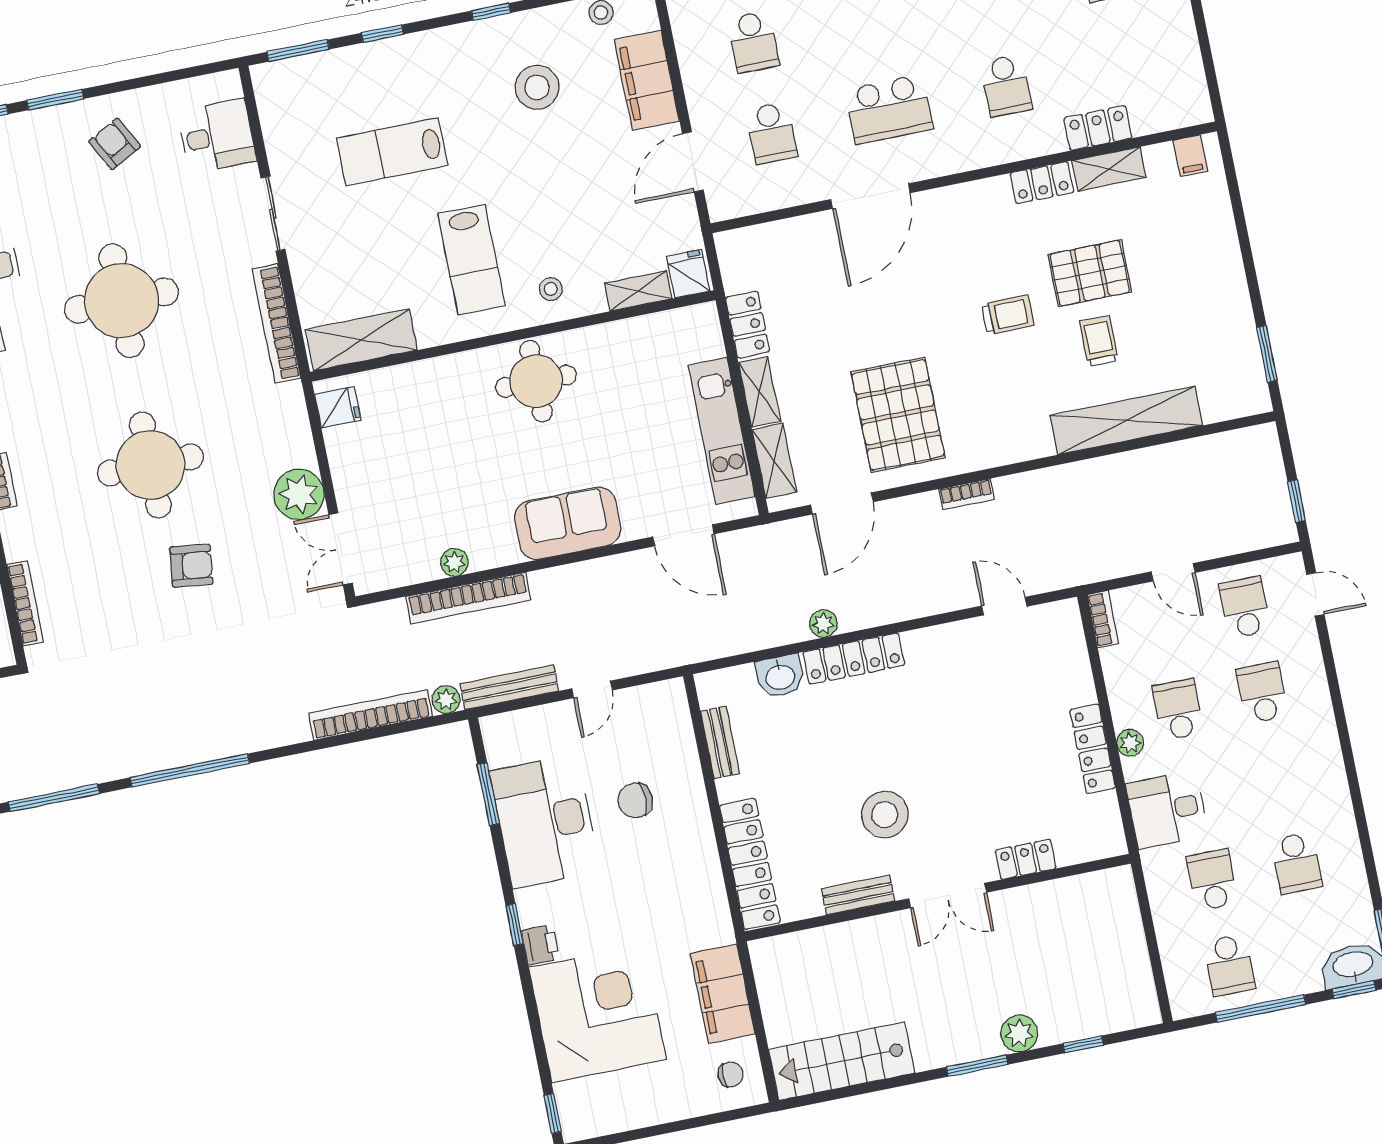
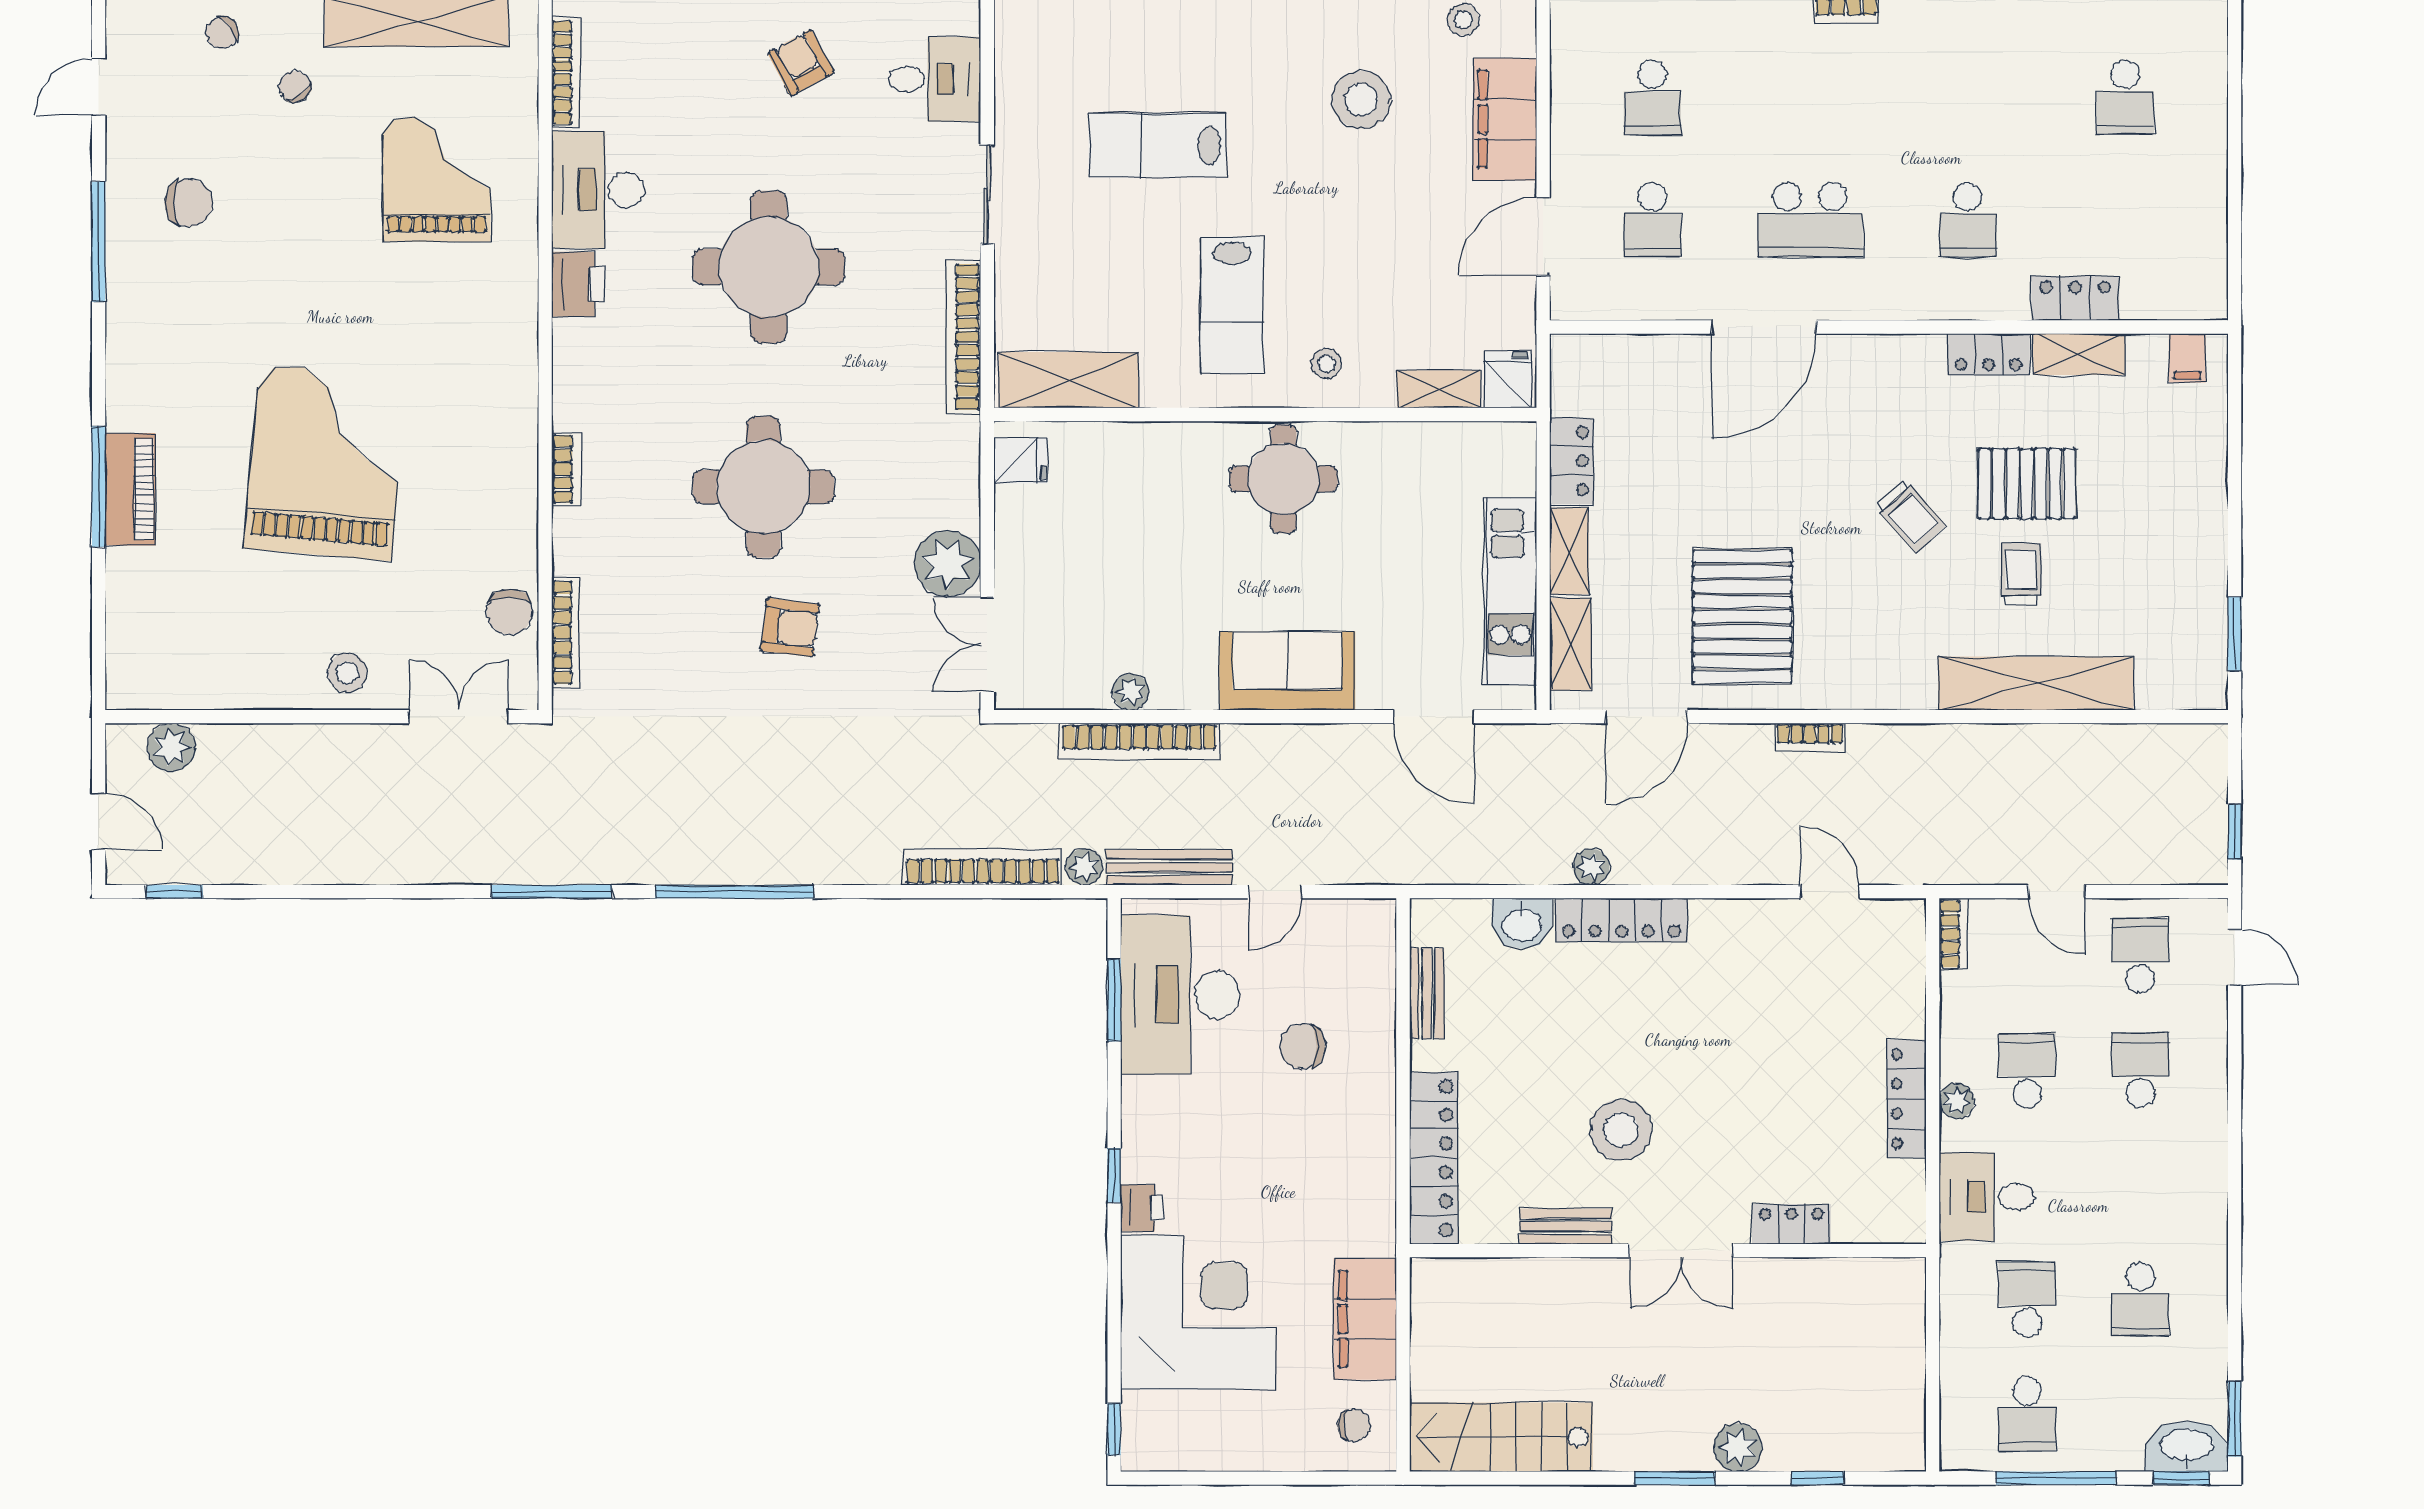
trolley: (1008, 315) -> (1910, 516), turned 48
desk: (545, 821) -> (1180, 995), moved

